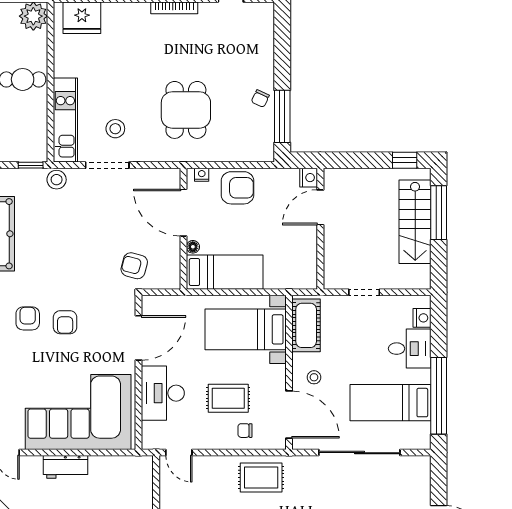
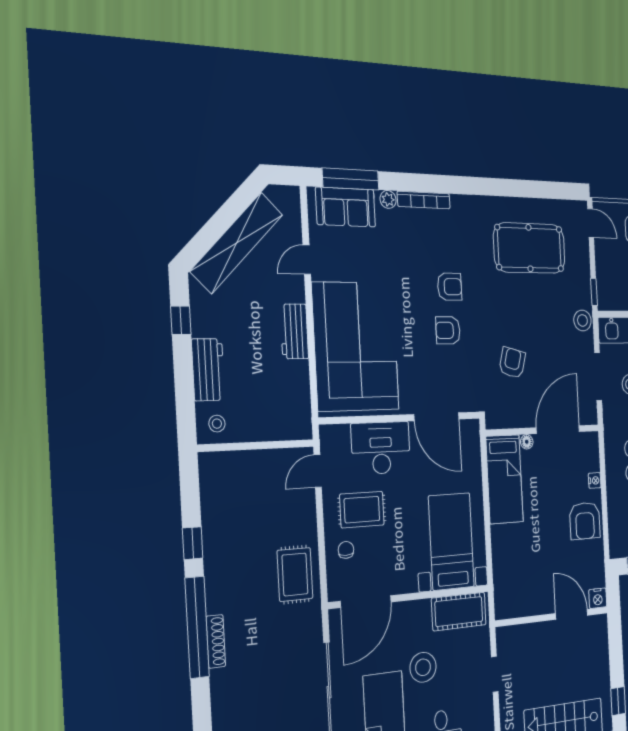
door: (183, 213) -> (558, 430), moved
wall: (183, 229) -> (543, 430), moved
floor lamp: (193, 247) -> (527, 442), moved
armchair: (134, 266) -> (512, 363), moved
bed: (225, 272) -> (505, 479), moved
stool: (314, 377) -> (423, 667), moved, width x1.89, depth x1.89
rug: (228, 398) -> (362, 510), moved, turned 90

